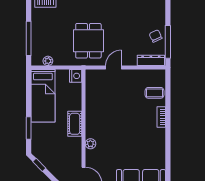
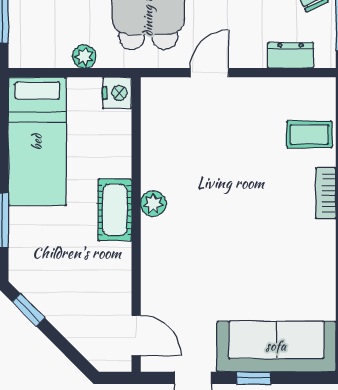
dresser: (151, 60) -> (290, 55), width x0.70
plant: (48, 61) -> (84, 57), moved
plant: (90, 144) -> (153, 204), moved

